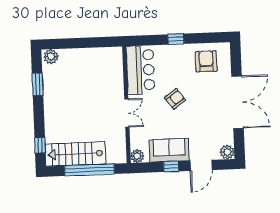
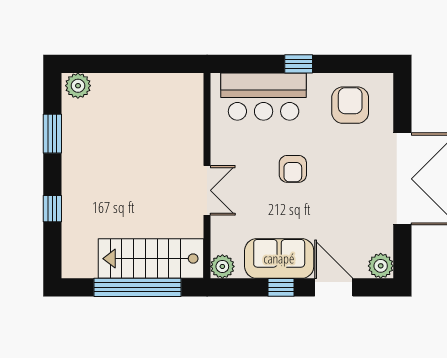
bar counter: (140, 70) -> (264, 97), moved, turned 90
armchair: (175, 99) -> (293, 169), turned 126
window: (40, 145) -> (52, 209), moved
stairs: (75, 154) -> (151, 259), moved
door: (201, 165) -> (334, 287), swing flipped

